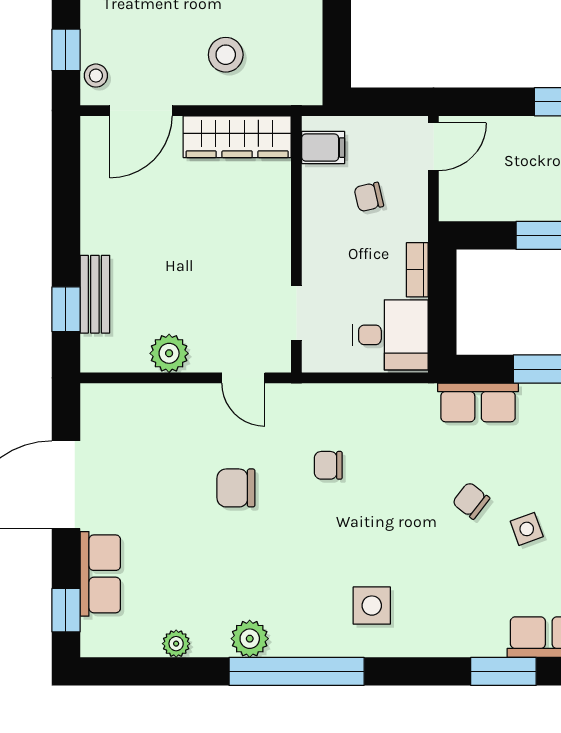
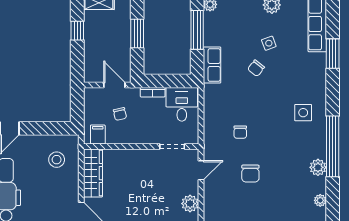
stool: (226, 55) -> (57, 160), moved
door: (433, 147) -> (114, 85), moved

